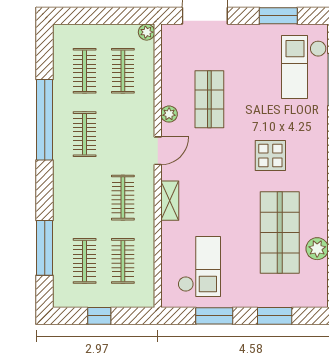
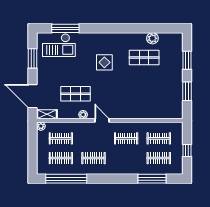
window: (45, 120) -> (66, 179), moved
shelving: (170, 201) -> (47, 114), moved
shop shelf: (280, 232) -> (144, 58), width x0.70, depth x0.74
checkout: (199, 267) -> (162, 99), removed

